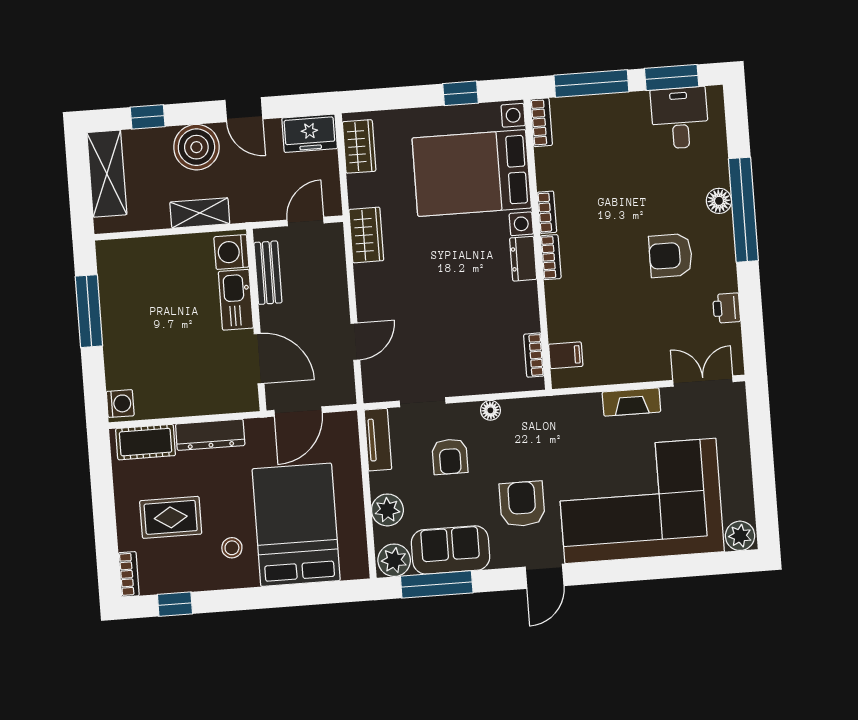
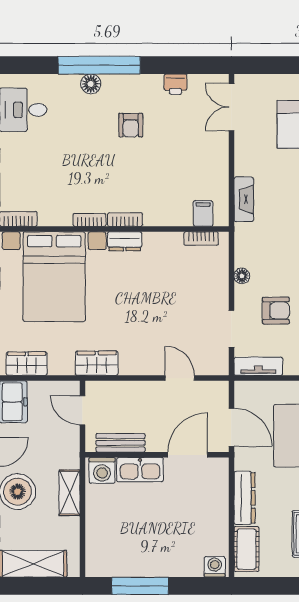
armchair: (671, 255) -> (131, 125), width x0.72, depth x0.72
fireplace: (631, 402) -> (244, 199), moved

